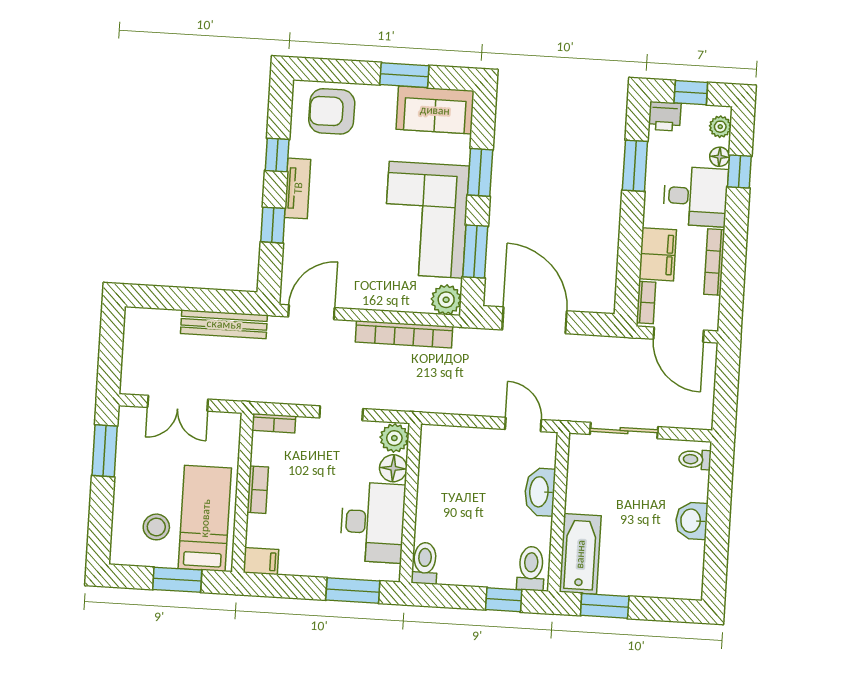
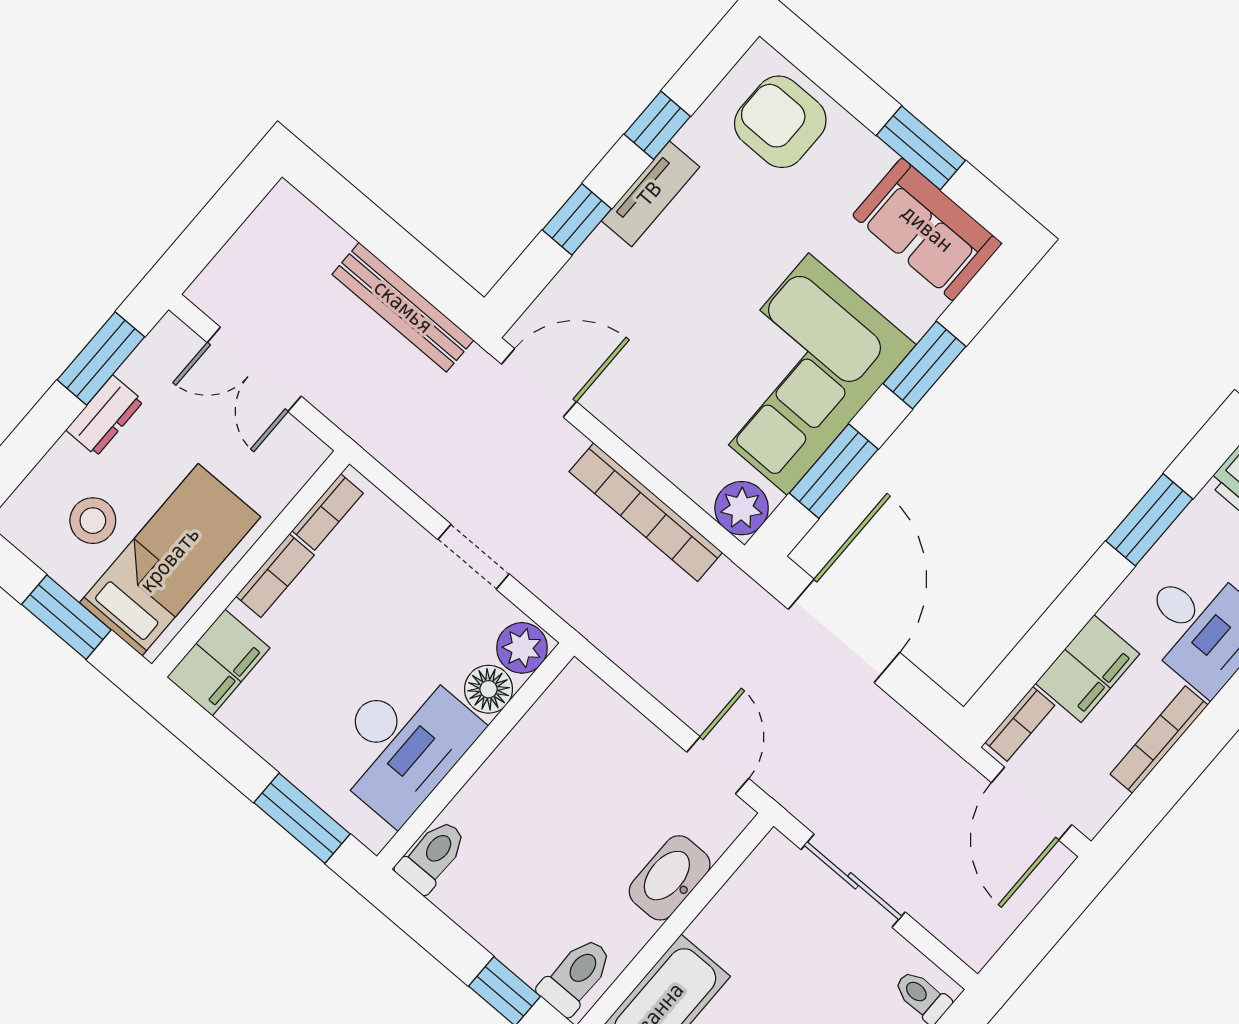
bookcase: (274, 423) -> (328, 512), moved, turned -90
dresser: (126, 475) -> (105, 416), added
filing cabinet: (261, 561) -> (218, 663), width x2.00

